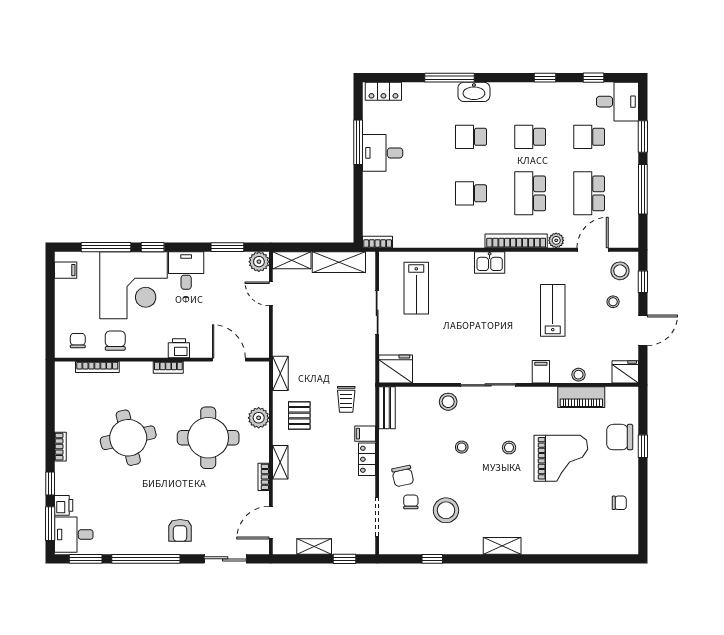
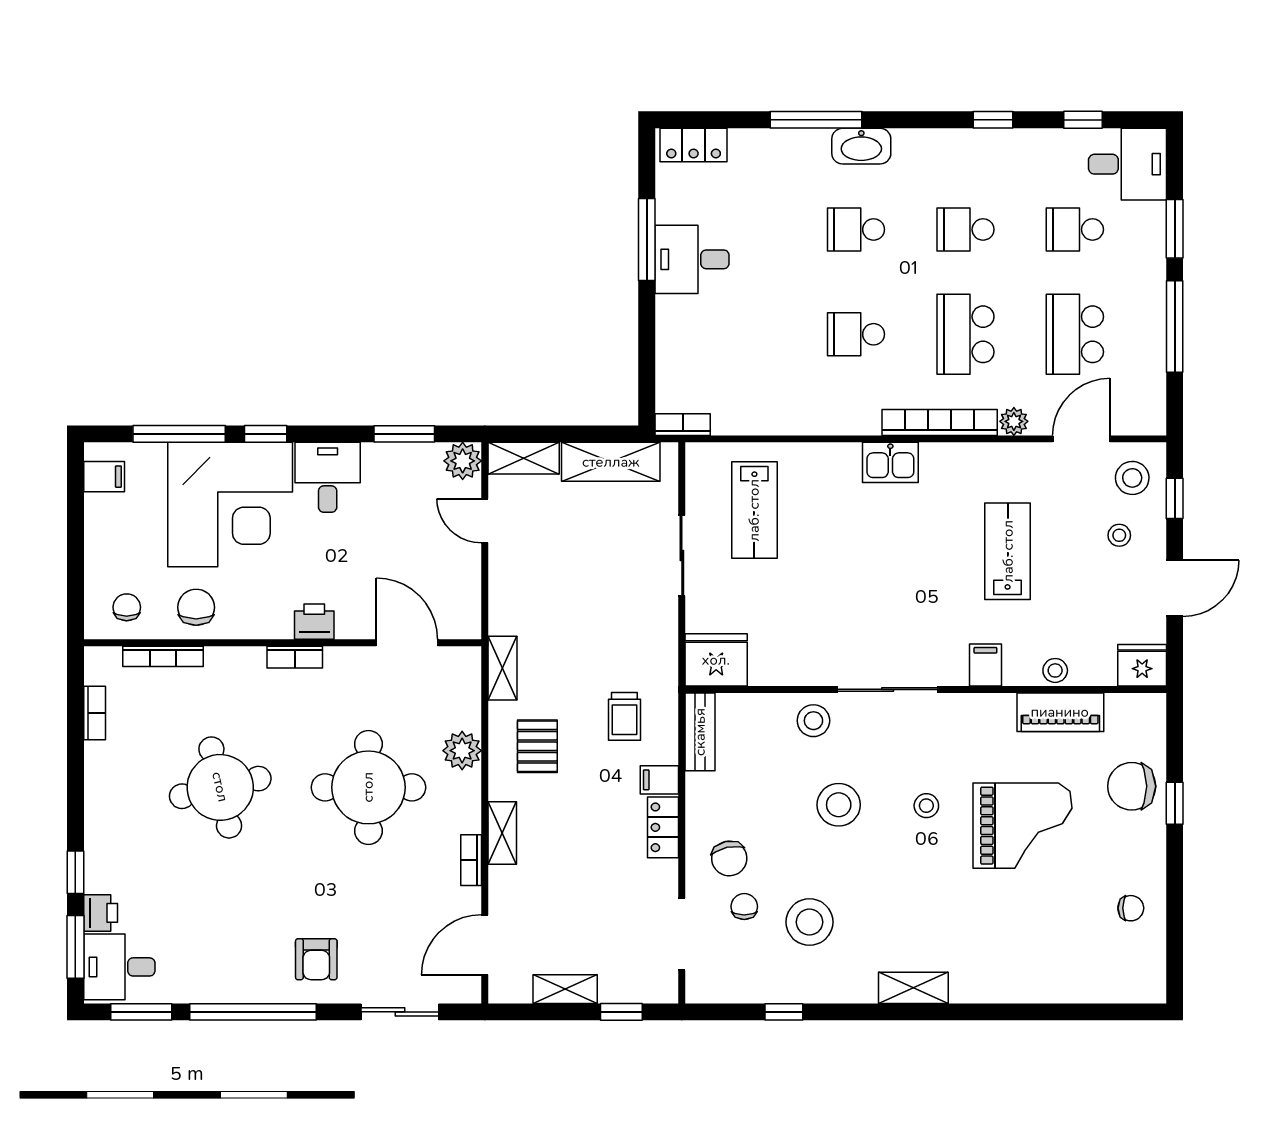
bookcase: (60, 447) -> (95, 713), moved
stool: (462, 447) -> (839, 805), width x1.89, depth x1.89

